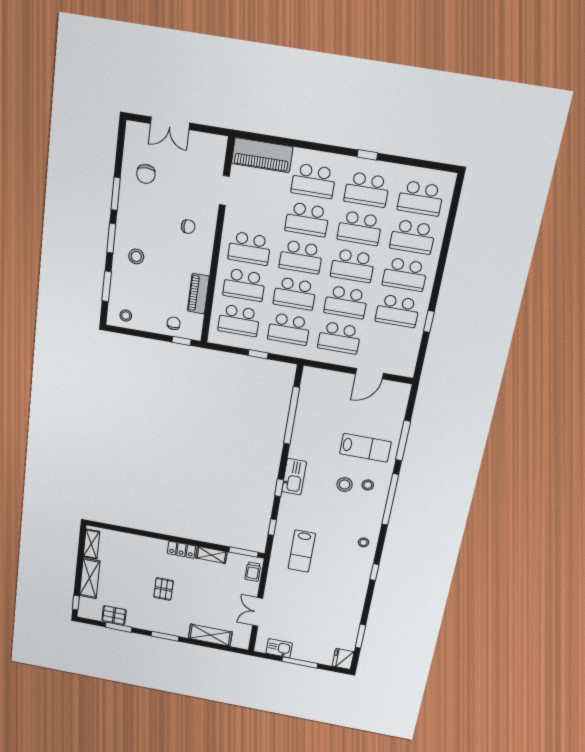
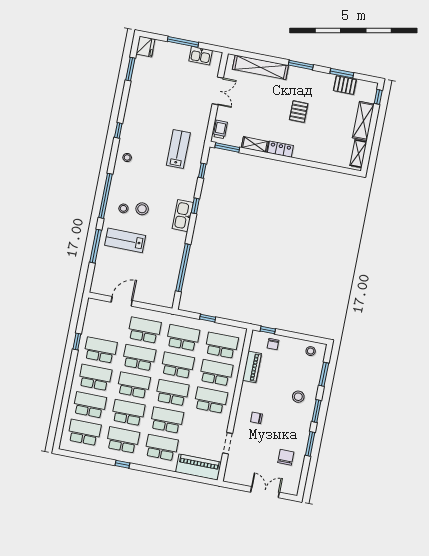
shelving: (210, 635) -> (260, 67), width x1.47

